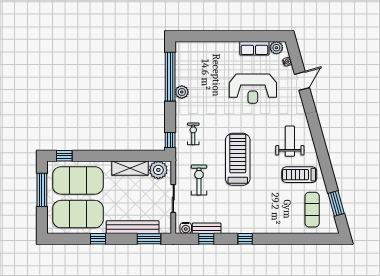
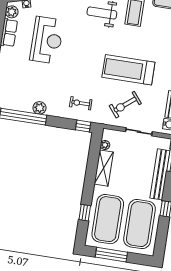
window: (64, 156) -> (85, 213), moved
treadmill: (238, 159) -> (128, 70), moved
plant: (158, 170) -> (105, 145), width x0.53, depth x0.53
exercise bike: (199, 180) -> (125, 105), turned -39

